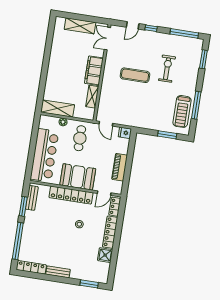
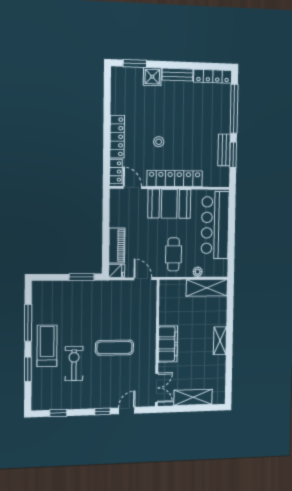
window: (184, 33) -> (58, 413), width x0.46
window: (203, 59) -> (28, 369), moved
exercise bike: (167, 69) -> (74, 363), turned 180
shelving: (92, 97) -> (220, 341), moved
treadmill: (182, 111) -> (47, 346), moved
window: (167, 135) -> (82, 277), moved
piano: (120, 167) -> (117, 245), moved
door: (104, 193) -> (132, 187), hinge flipped
bench: (32, 198) -> (224, 150), moved
shower: (105, 255) -> (152, 77), moved

